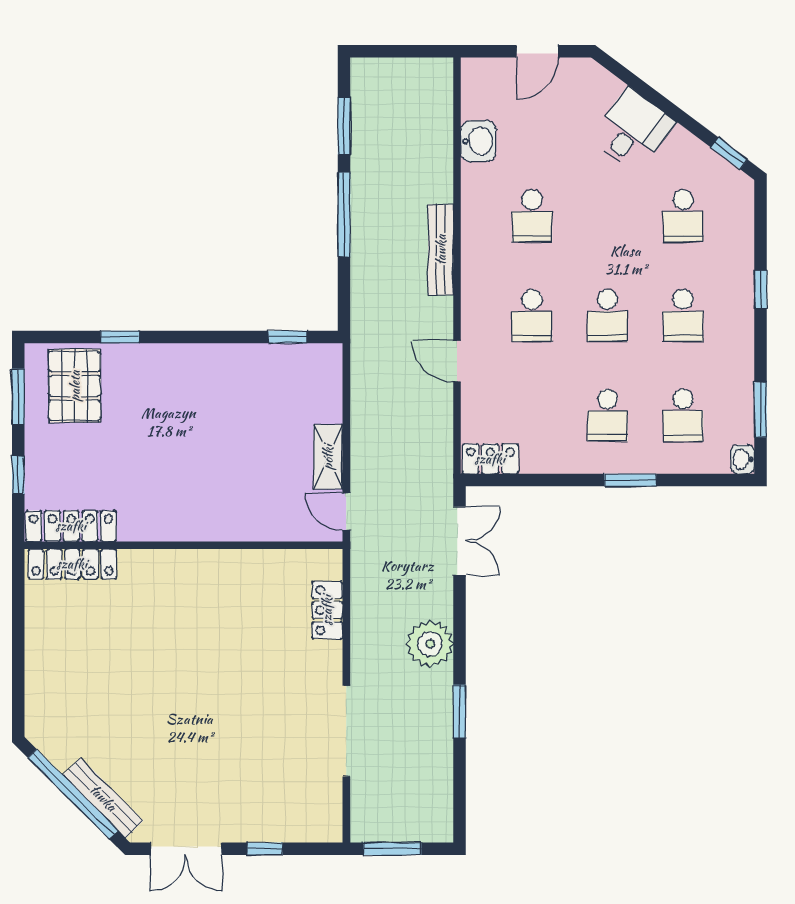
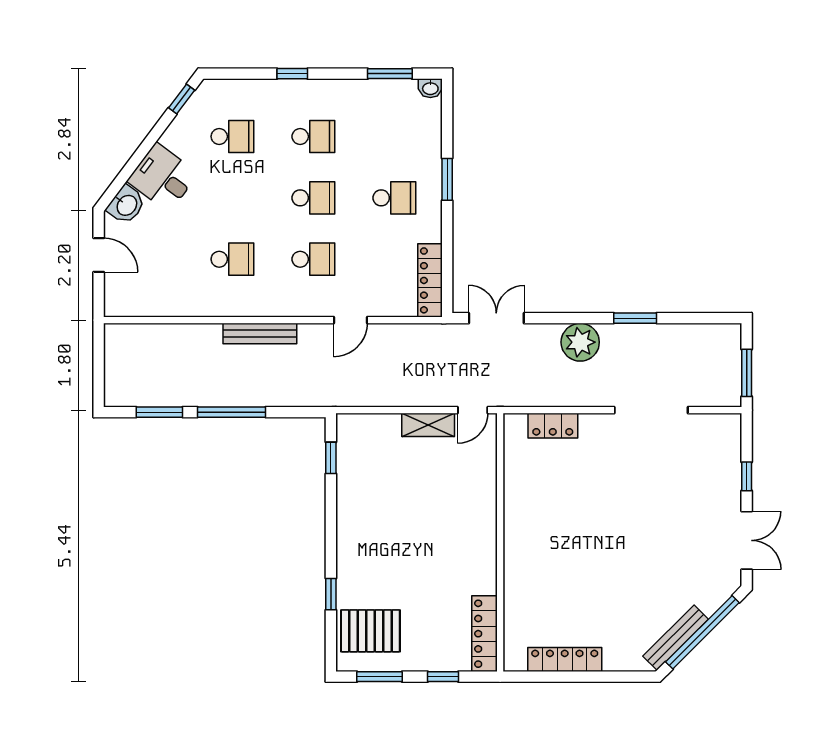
washbasin: (478, 141) -> (126, 205), moved, turned 127
school desk: (683, 415) -> (394, 136), removed
locker: (490, 459) -> (430, 280), width x1.53
locker: (72, 564) -> (565, 659), moved, turned -90
bench: (103, 798) -> (676, 638), moved

